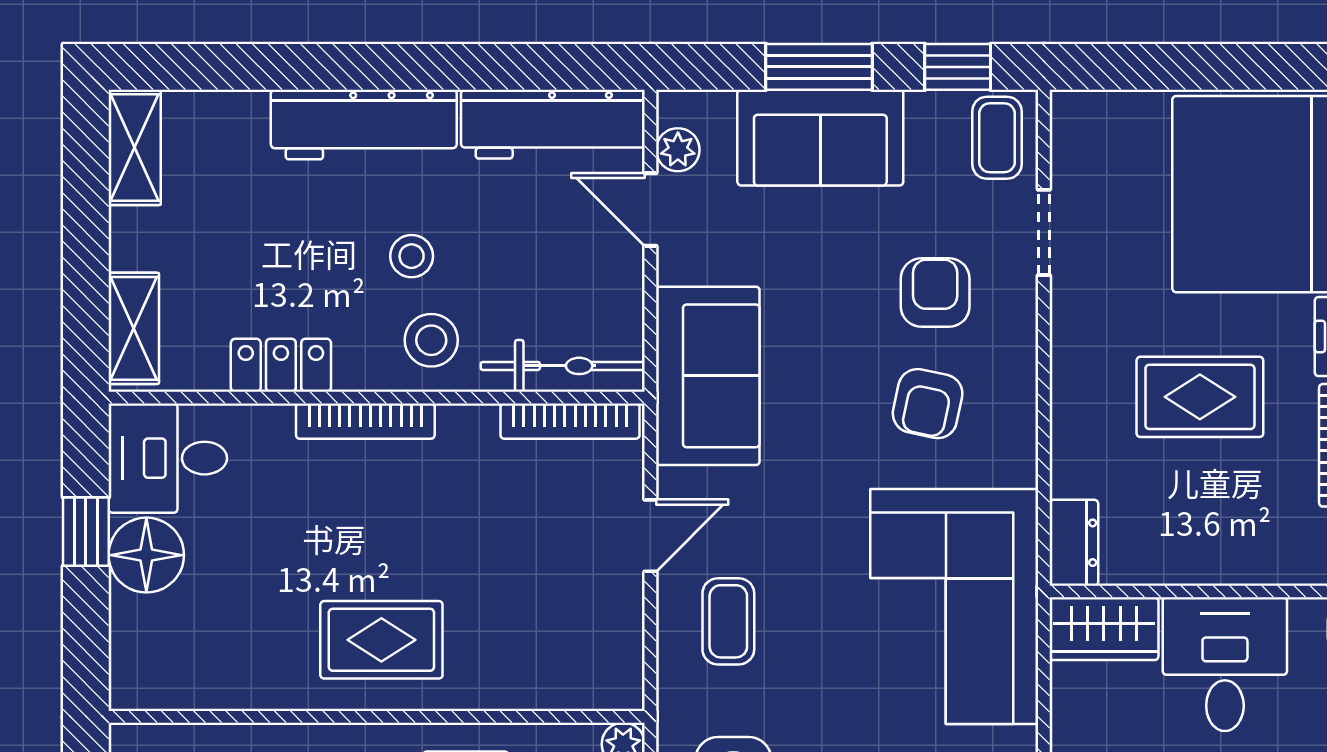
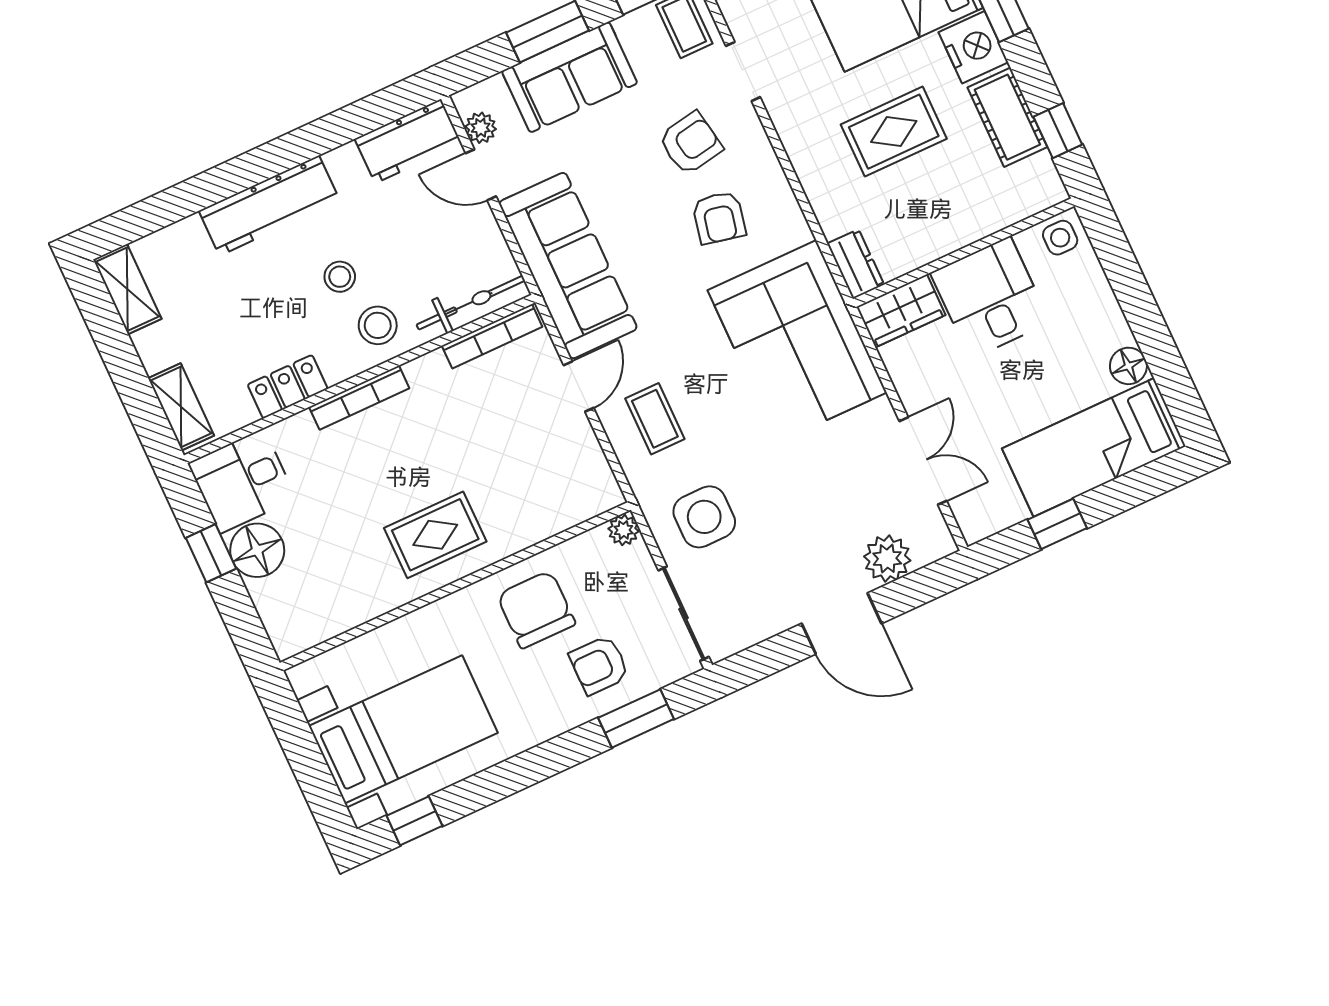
workbench: (553, 124) -> (408, 141), width x0.73
armchair: (935, 293) -> (691, 143), turned 80
sofa: (708, 376) -> (568, 266), width x1.36

